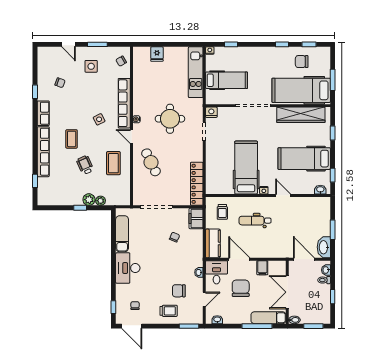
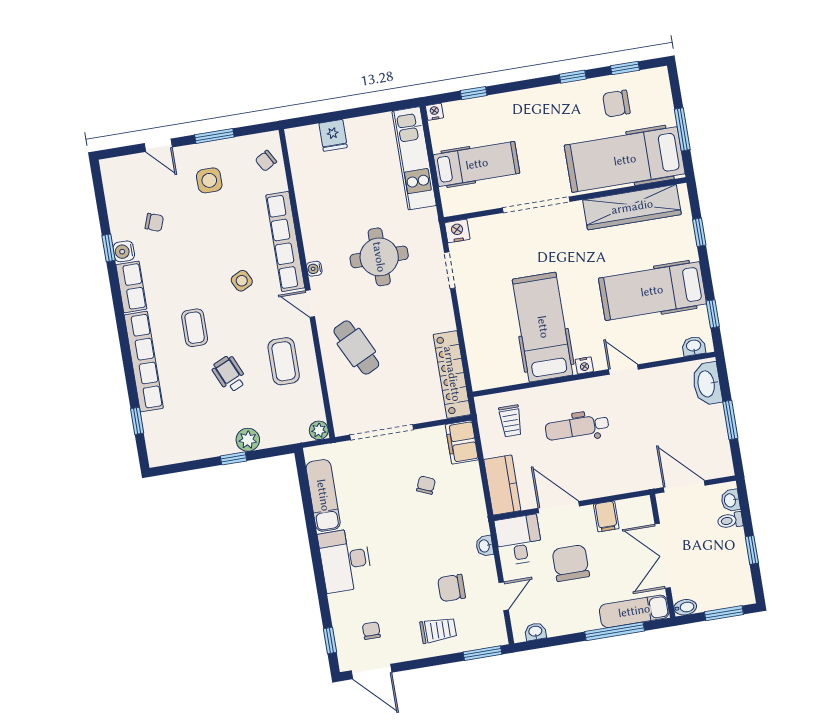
water cooler: (42, 95) -> (124, 251), added
plant: (101, 201) -> (319, 430), moved
washbasin: (324, 247) -> (707, 384), moved

